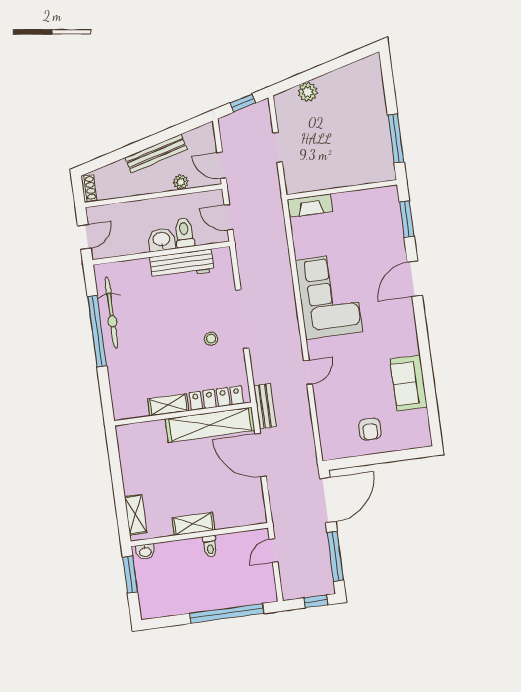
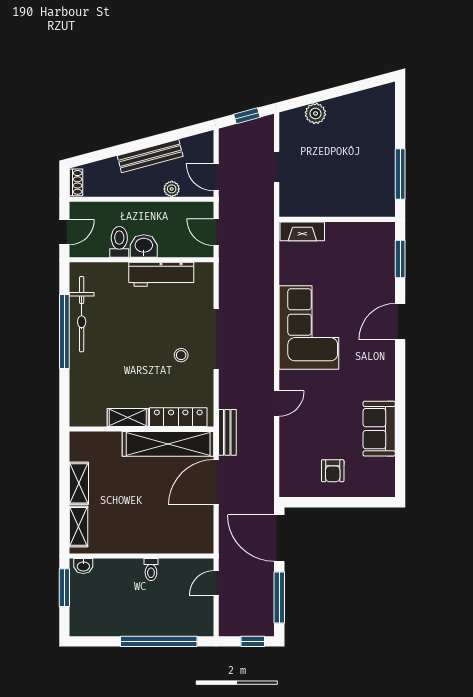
toilet: (184, 233) -> (119, 242), moved
door: (261, 455) -> (216, 482), hinge flipped
door: (328, 500) -> (279, 538), swing flipped
shelving: (193, 524) -> (79, 483), moved, turned 90

